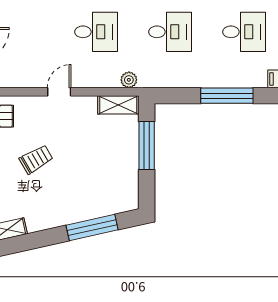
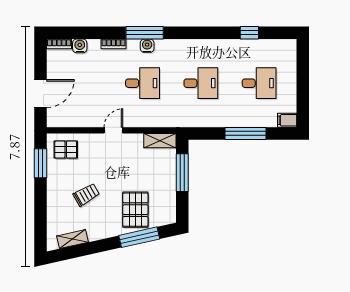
plant: (129, 80) -> (168, 121), removed
trolley: (36, 159) -> (86, 195), moved
pallet: (87, 192) -> (135, 210), added

